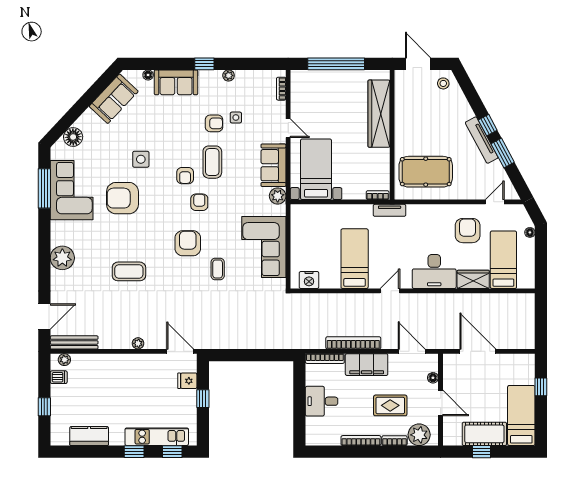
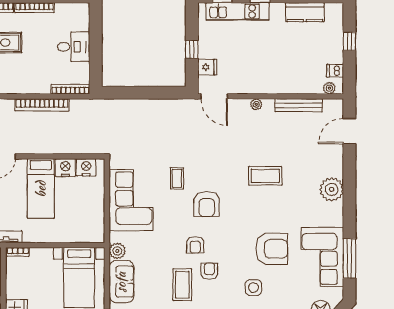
nightstand: (330, 280) -> (65, 168), added
bench: (74, 342) -> (299, 105), moved
filing cabinet: (367, 365) -> (29, 83), removed

